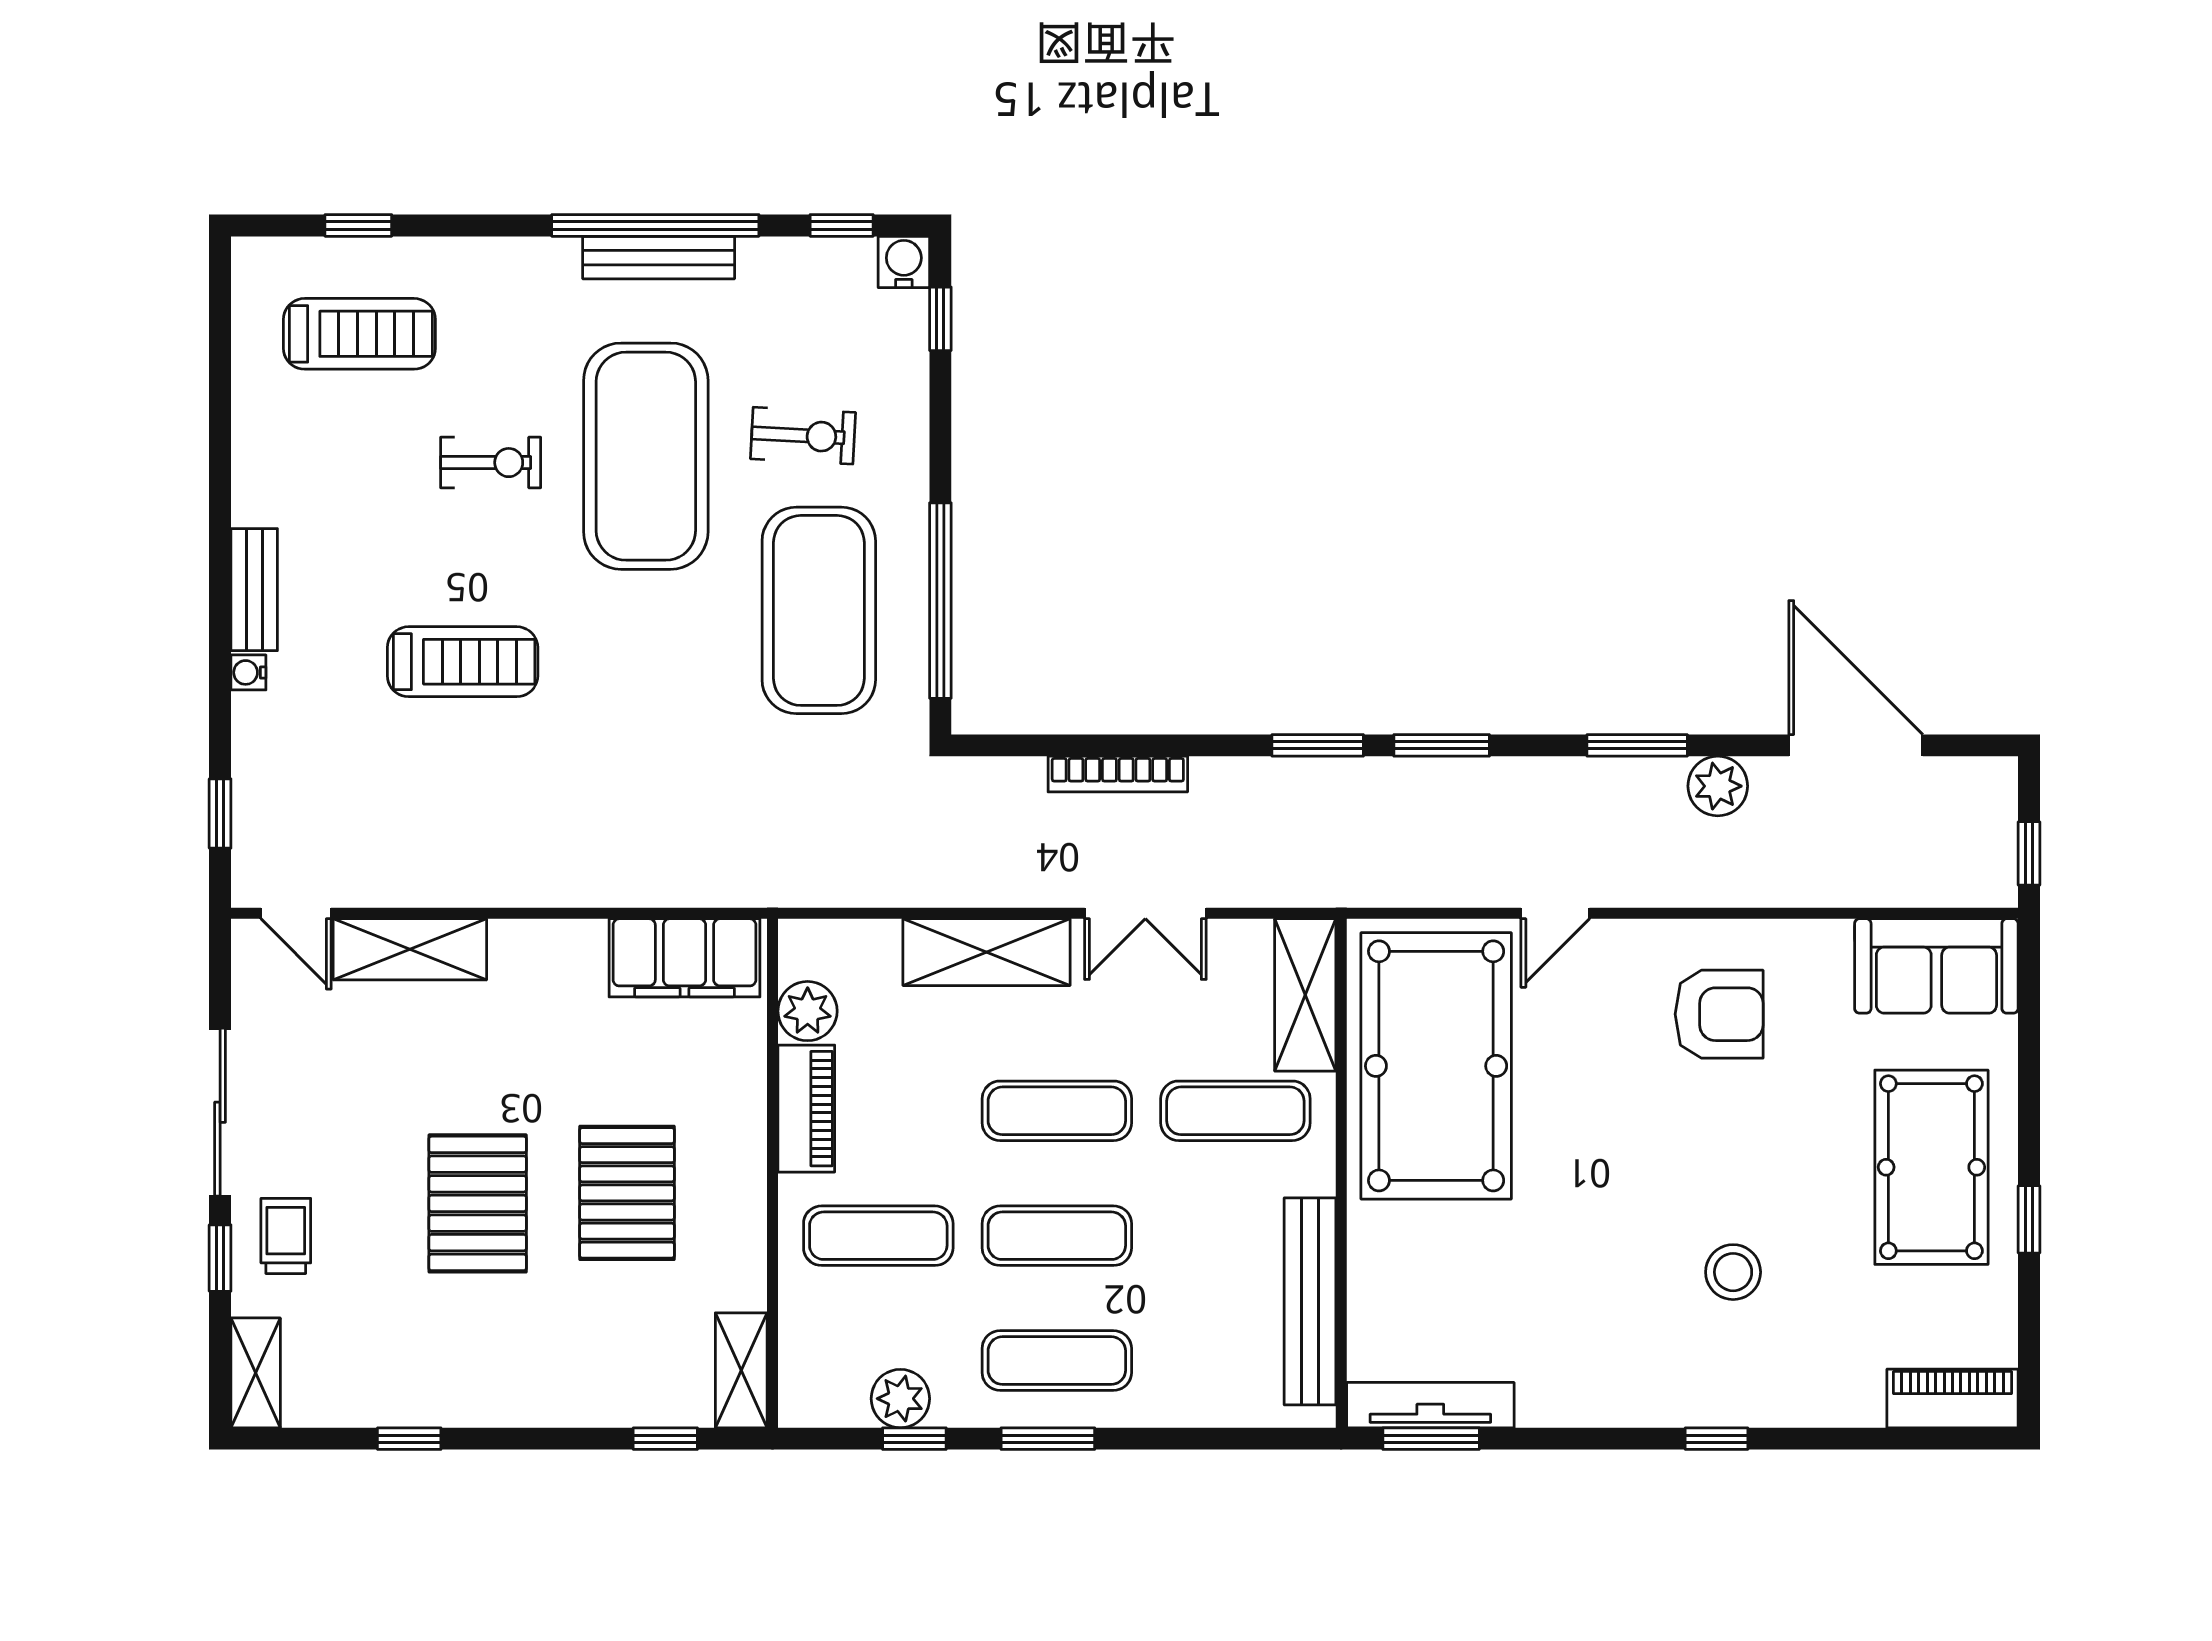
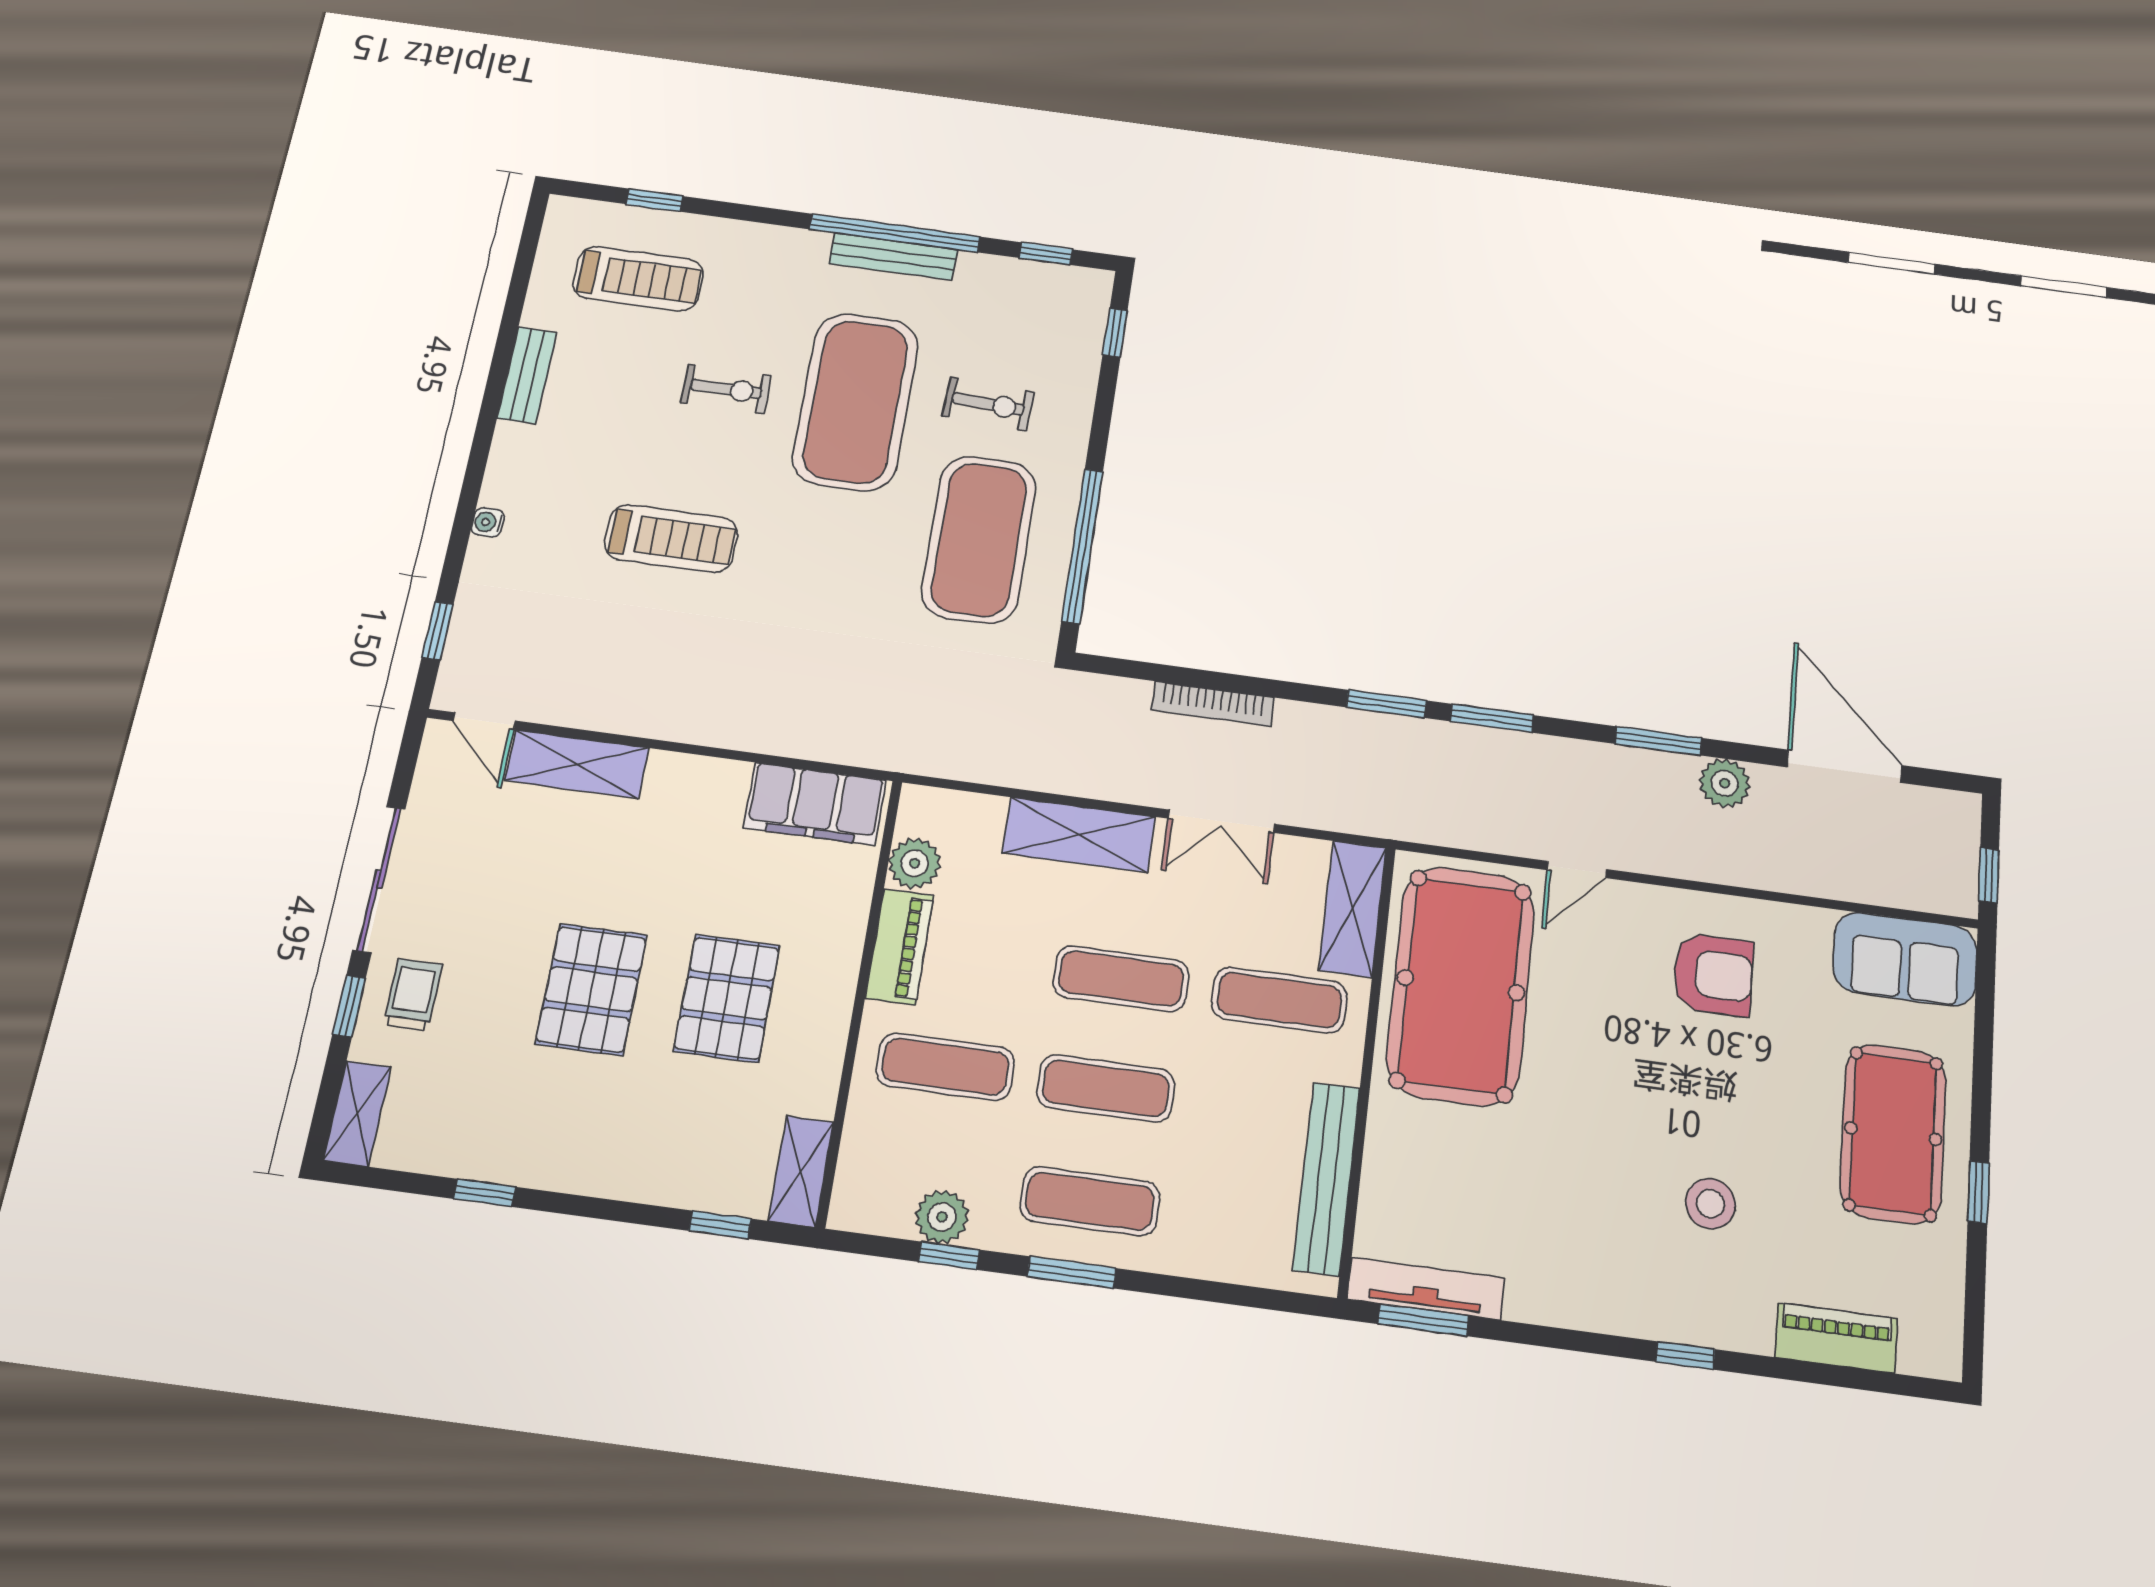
water cooler: (904, 262) -> (1092, 287), removed
bench: (254, 590) -> (527, 375), moved
piano: (1953, 1398) -> (1836, 1338), moved

